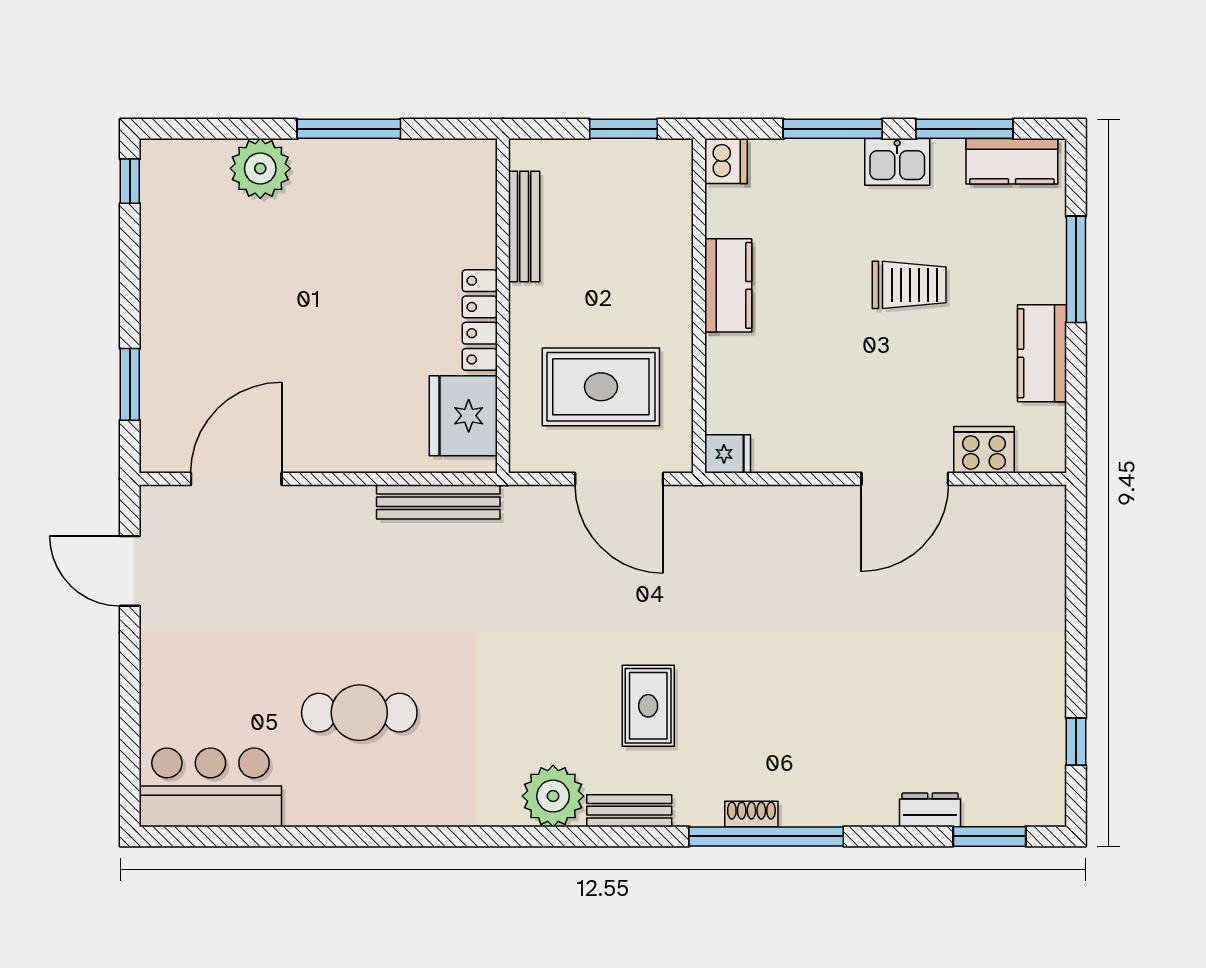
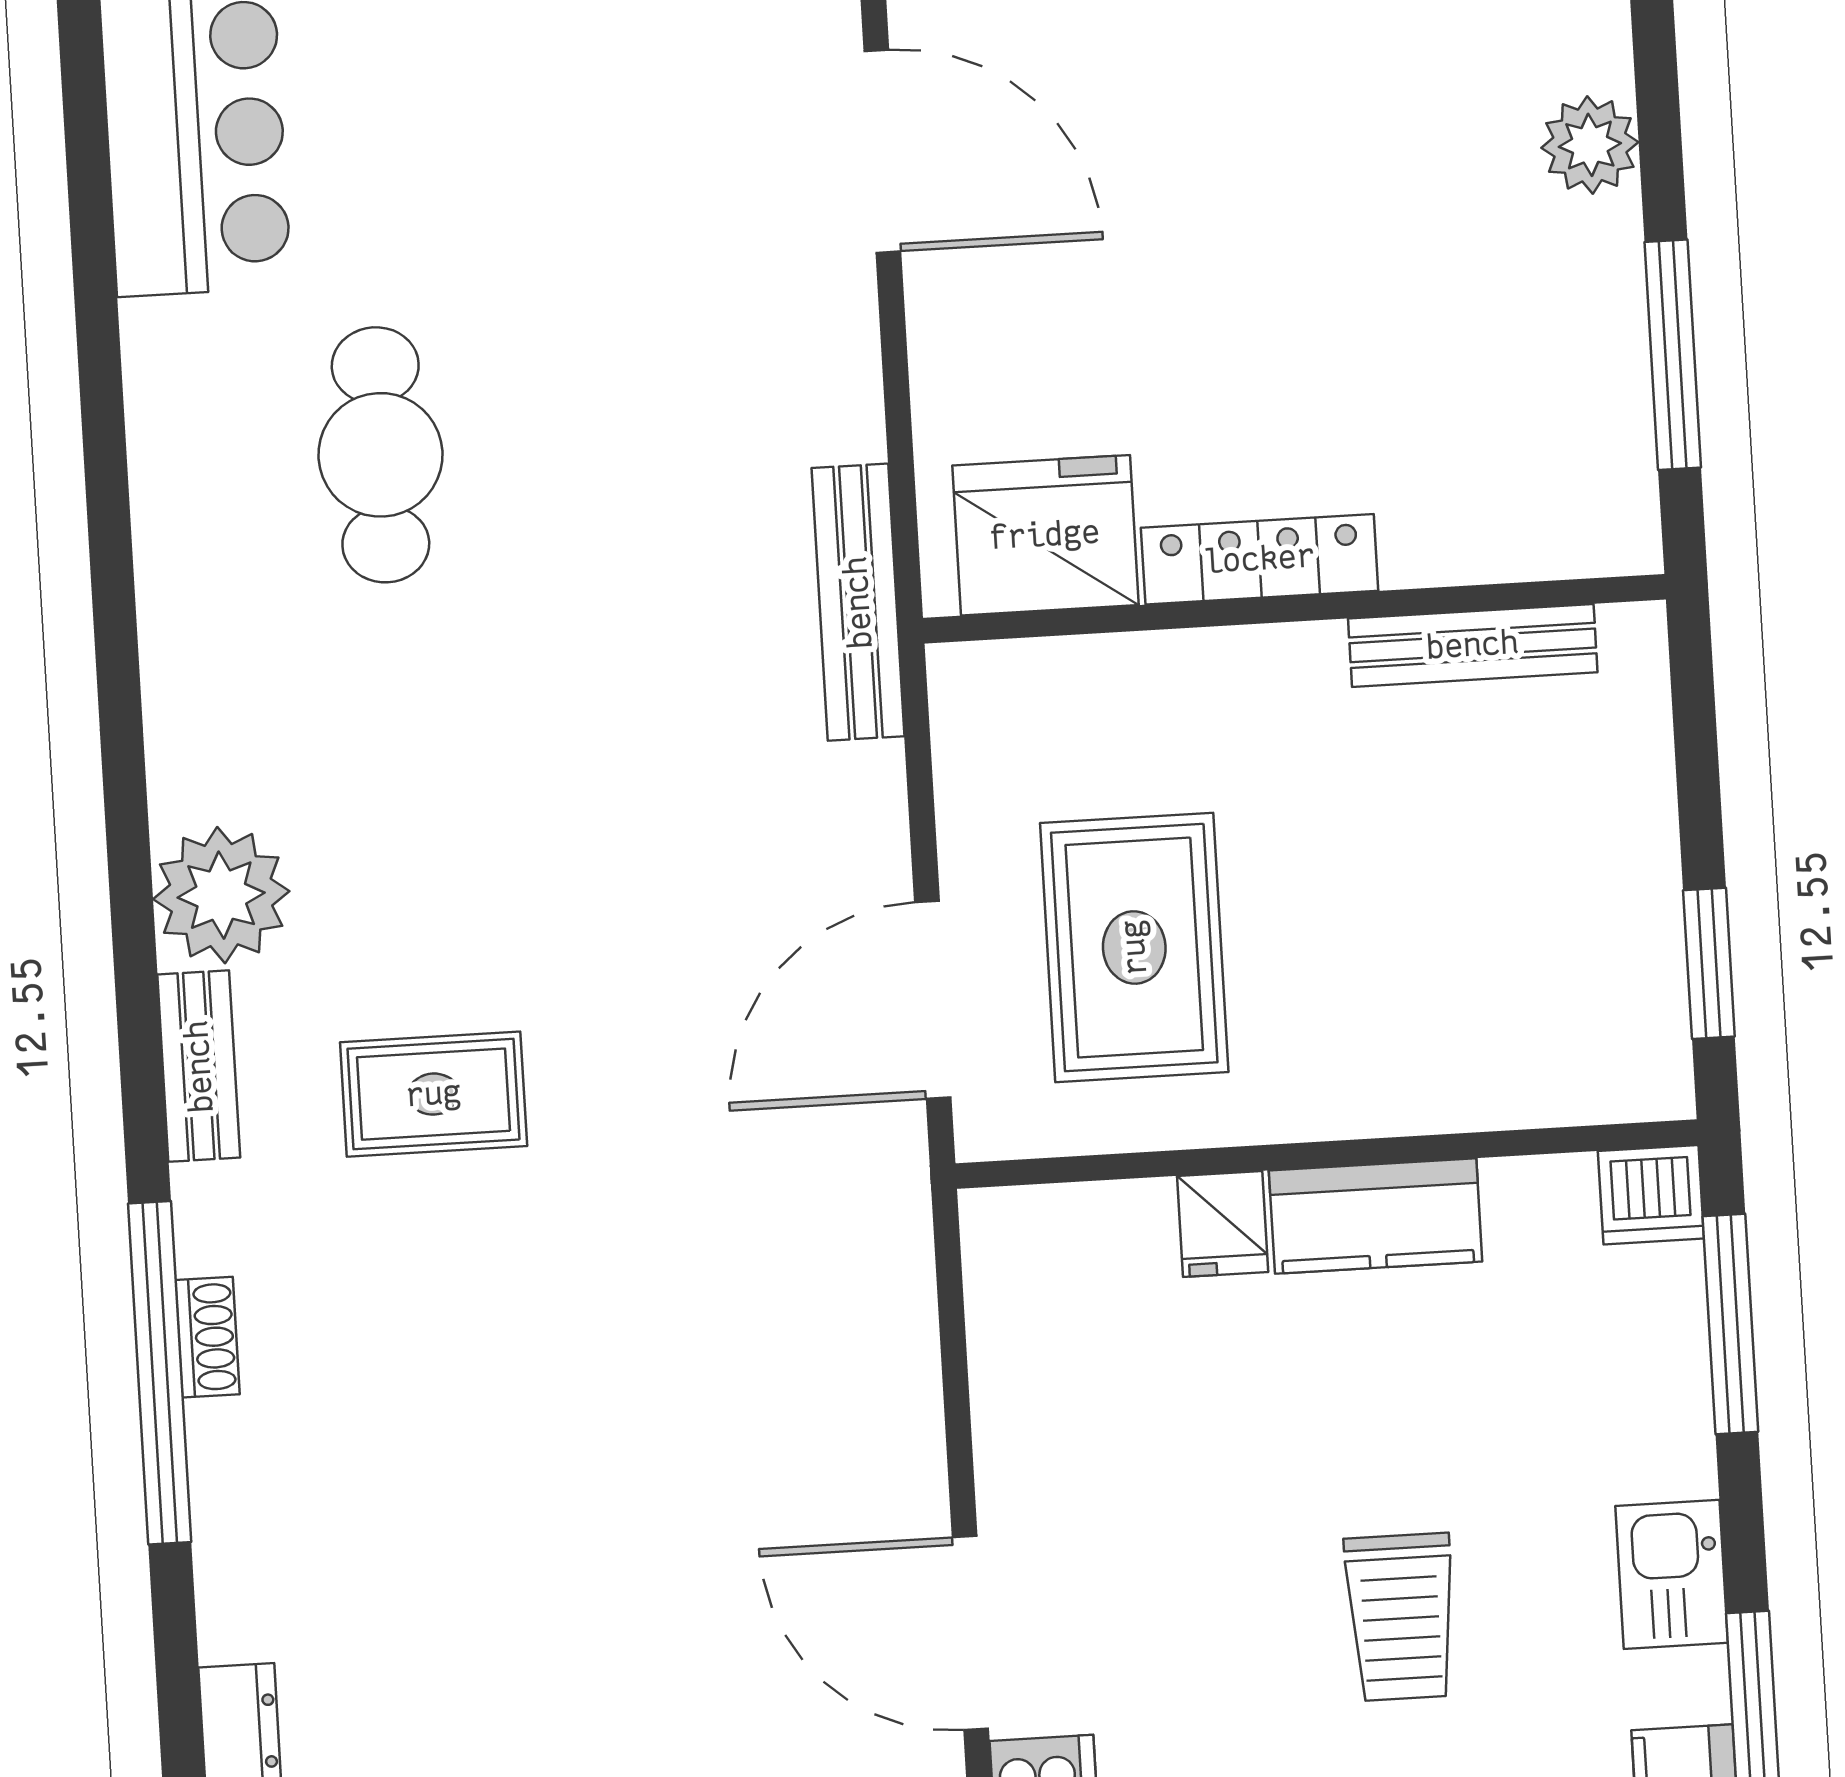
window: (833, 129) -> (1730, 1324), moved
plant: (260, 168) -> (1590, 145), width x0.73, depth x0.73
bench: (524, 227) -> (1473, 645), moved
wall: (503, 306) -> (1294, 609), moved
locker: (480, 320) -> (1260, 559), moved
fridge: (463, 416) -> (1045, 535), moved
fridge: (728, 454) -> (1223, 1224), moved

